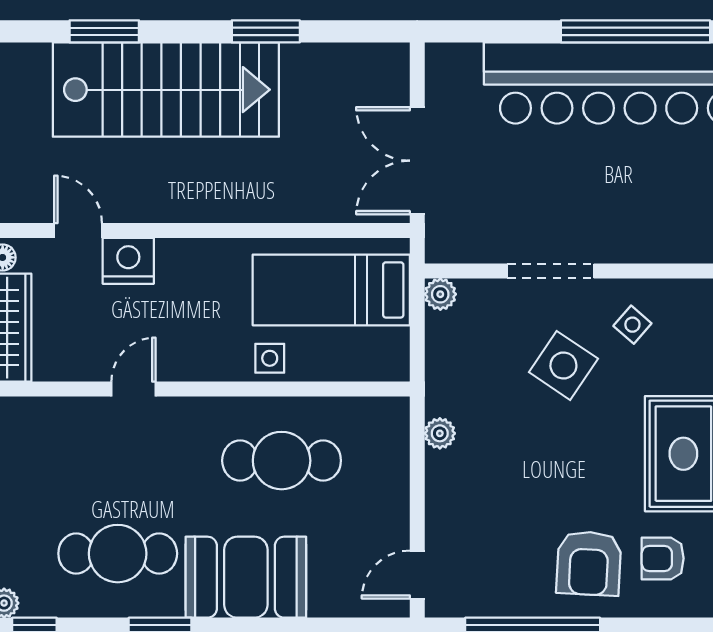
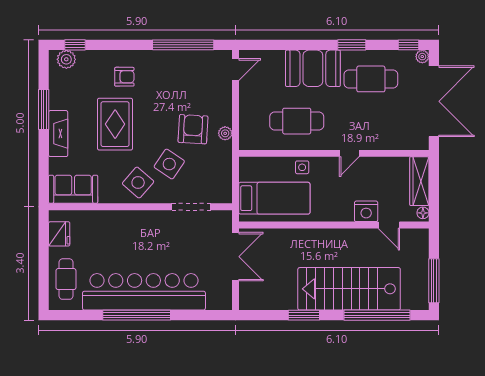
window: (104, 31) -> (377, 315), width x2.11
doorway: (550, 271) -> (191, 207), moved
plant: (440, 294) -> (225, 196), removed
side table: (632, 325) -> (138, 183), width x1.87, depth x1.87
door: (133, 389) -> (349, 153), moved
armchair: (589, 563) -> (193, 129), moved

